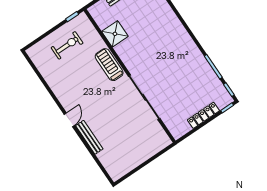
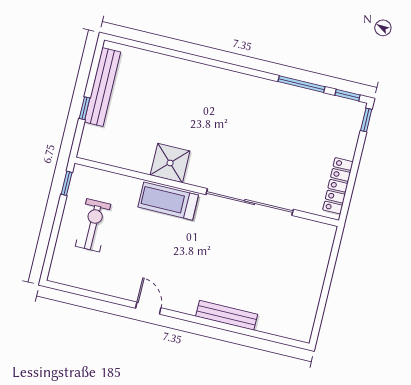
shower: (115, 34) -> (170, 163), moved
locker: (203, 115) -> (338, 186), moved
door: (69, 120) -> (148, 308), moved

